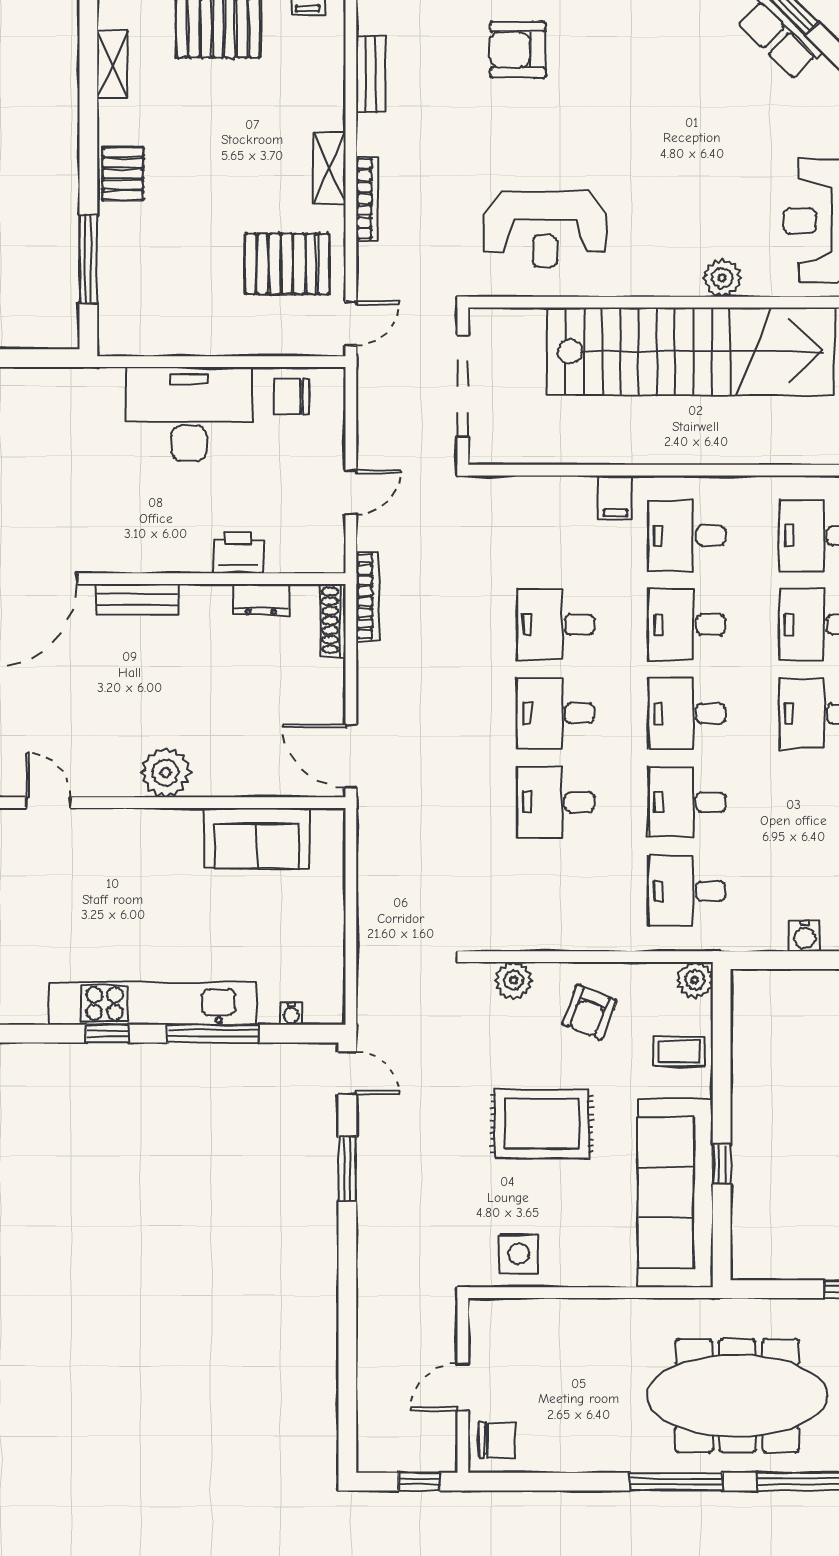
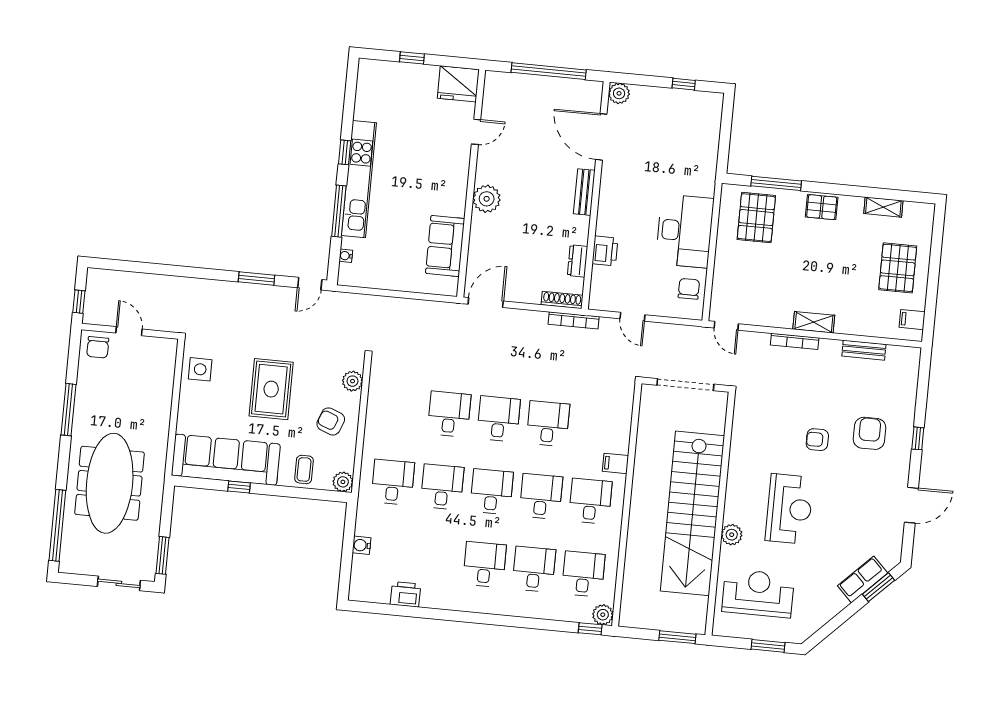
armchair: (538, 142) -> (817, 440), added
reception desk: (545, 229) -> (789, 509), moved, turned 180
pallet: (287, 264) -> (756, 218), moved
window: (676, 1482) -> (68, 410), moved

